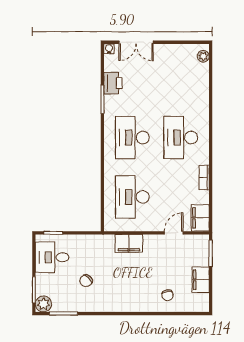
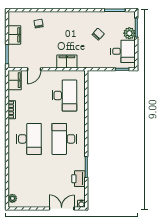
desk: (132, 138) -> (64, 139), turned 180
plant: (43, 304) -> (129, 33), moved

